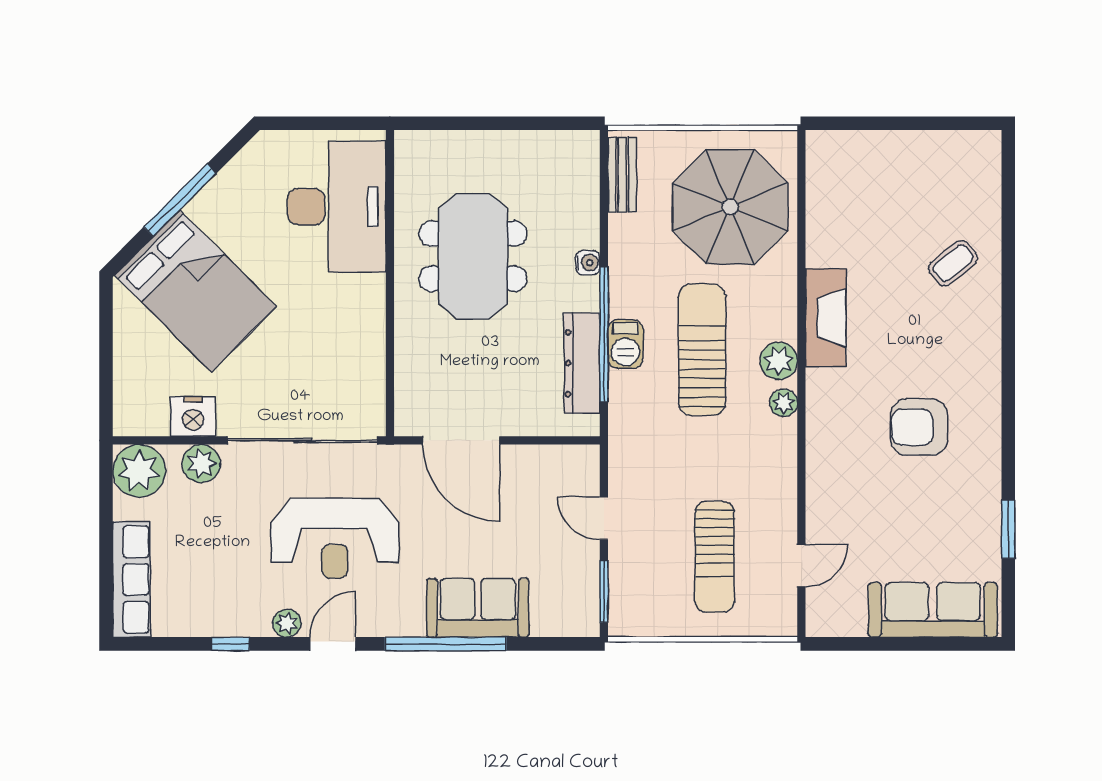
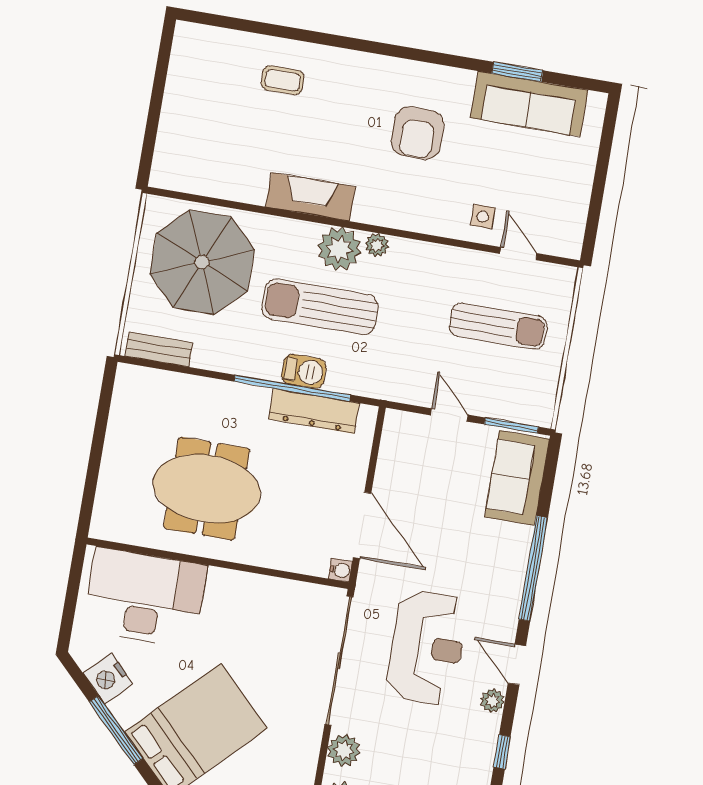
water cooler: (588, 263) -> (340, 570), moved, turned 90
coffee table: (953, 263) -> (283, 80), turned -51
plant: (779, 361) -> (339, 249), width x1.36, depth x1.36
nightstand: (193, 417) -> (108, 678), moved, turned 135
door: (461, 440) -> (362, 525), hinge flipped
door: (604, 518) -> (449, 415), swing flipped
side table: (837, 518) -> (483, 216), added
sofa: (478, 608) -> (517, 478), moved
sofa: (933, 610) -> (529, 104), moved, turned -90

